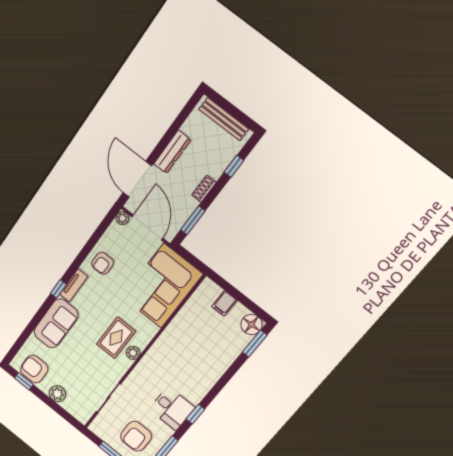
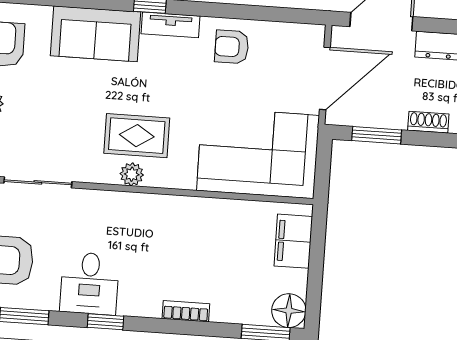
plant: (122, 218) -> (314, 35), removed
filing cabinet: (224, 303) -> (293, 241), width x2.00
bookcase: (217, 374) -> (186, 311), added

